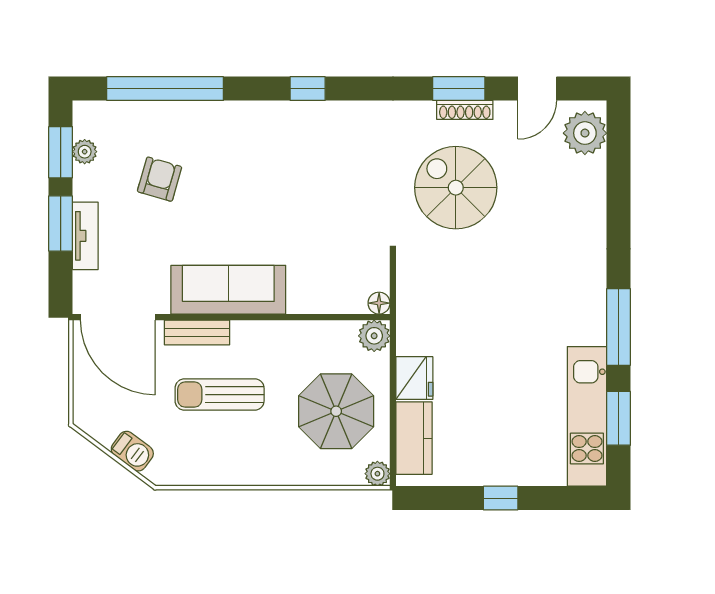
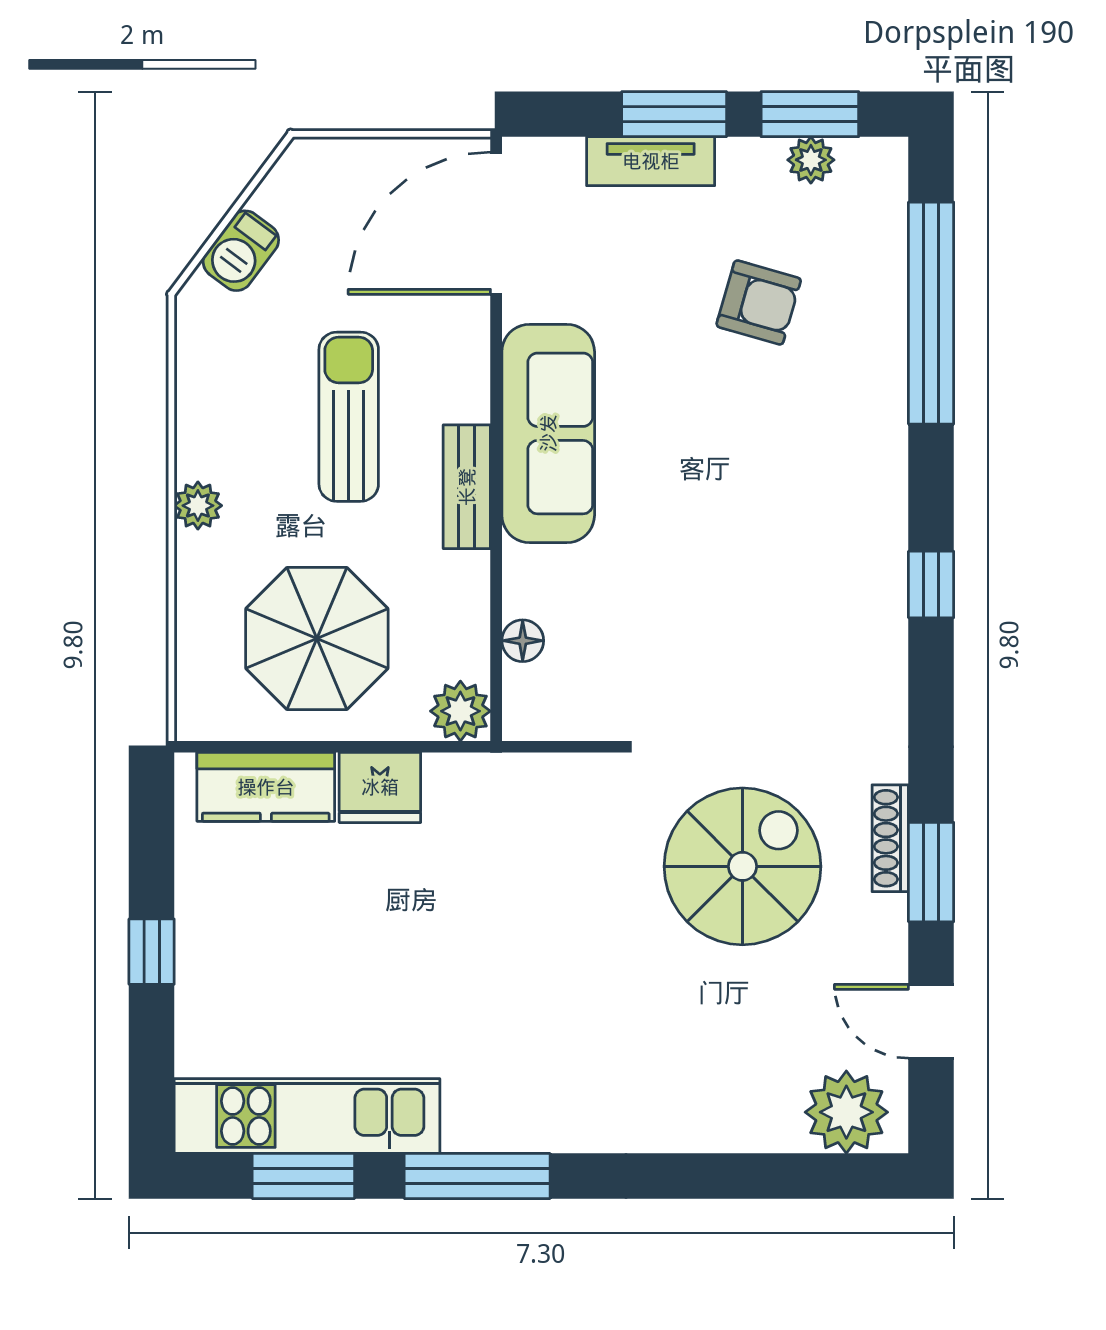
shoe rack: (465, 110) -> (890, 838), moved
floor lamp: (379, 303) -> (523, 641), moved
bench: (197, 332) -> (467, 487), moved
plant: (377, 474) -> (198, 506), moved

